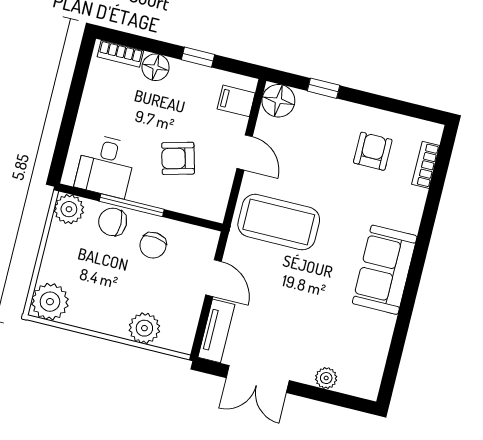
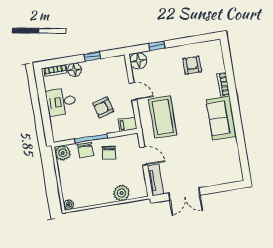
filing cabinet: (236, 101) -> (128, 124), moved
bookcase: (426, 165) -> (223, 84), moved
desk: (106, 166) -> (61, 102), moved, turned 90
chair: (113, 222) -> (86, 150), turned -90
coffee table: (279, 222) -> (163, 117), turned 90
plant: (50, 302) -> (69, 205), width x0.53, depth x0.53
plant: (326, 378) -> (216, 180), removed

